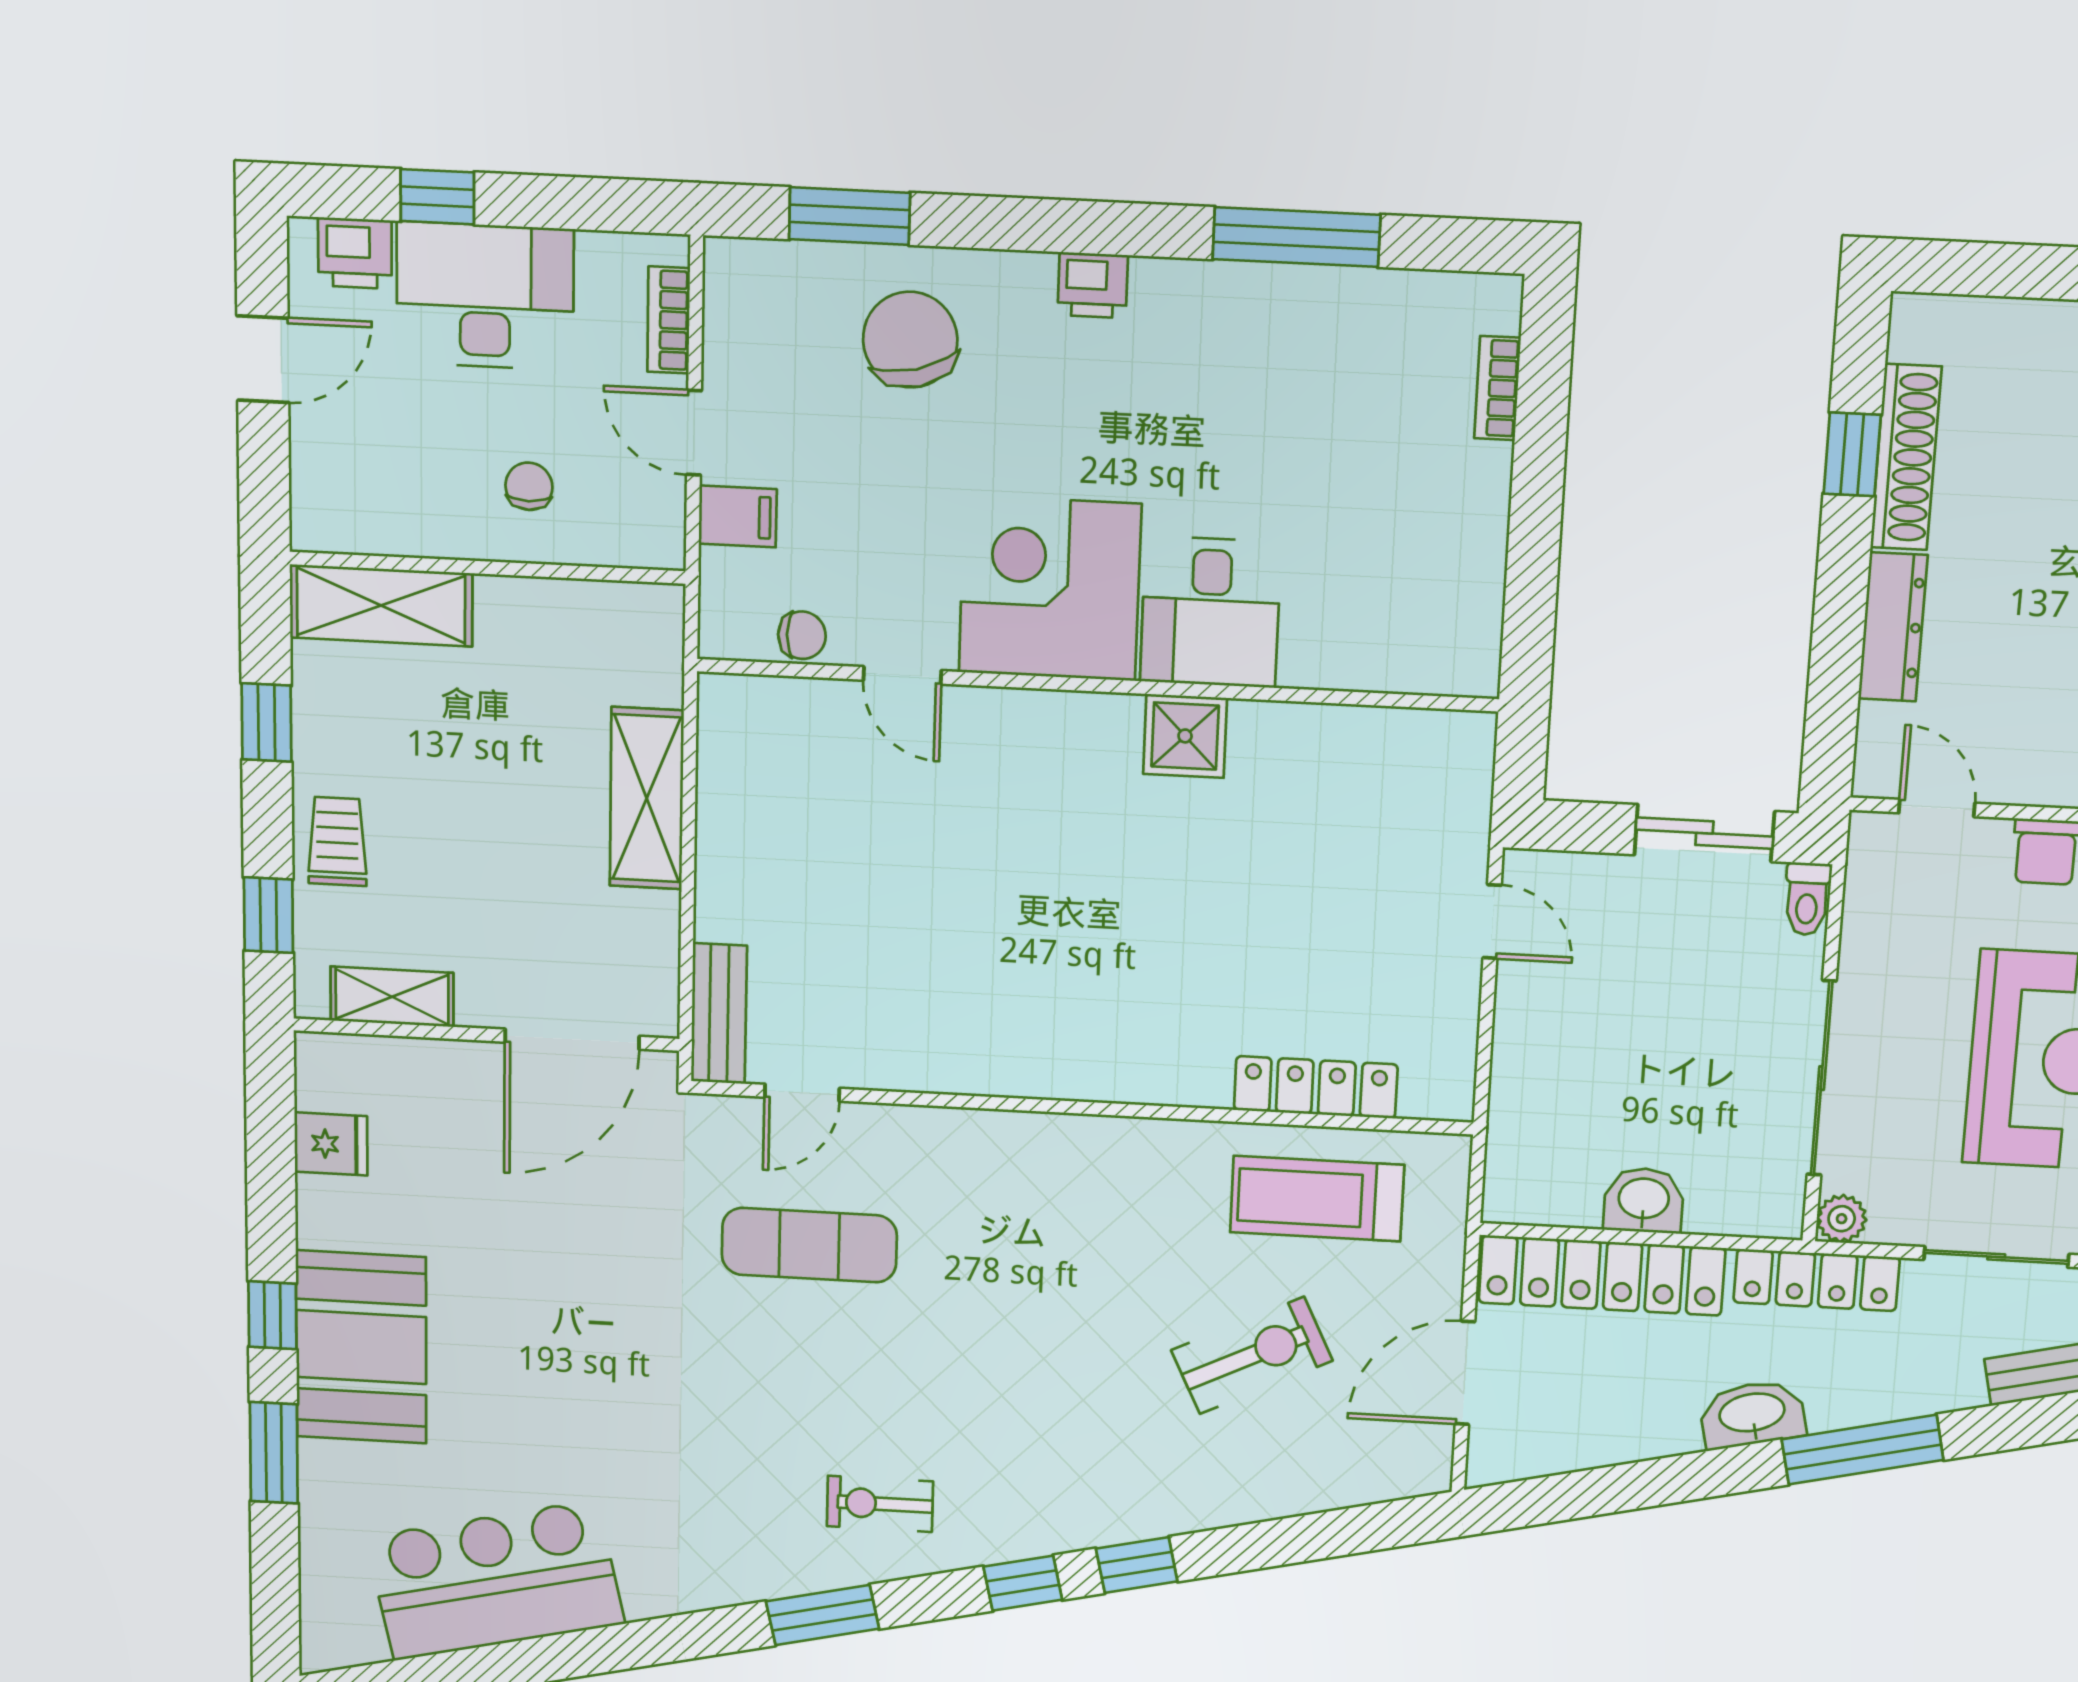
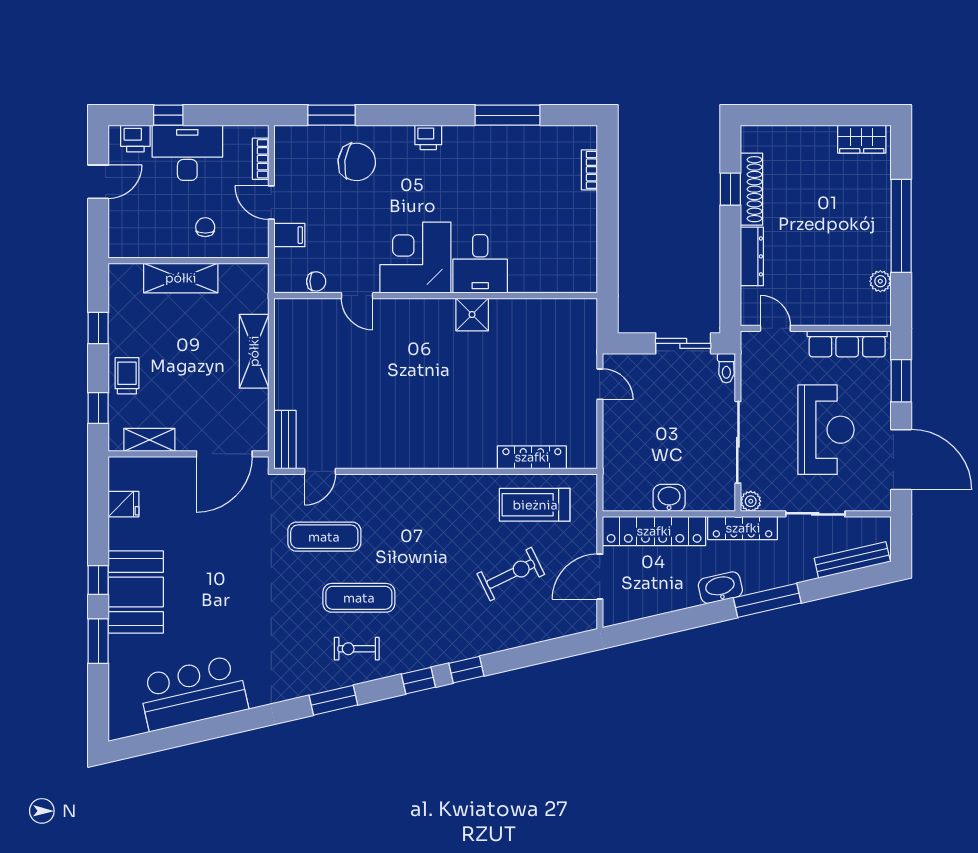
chair: (910, 340) -> (357, 162), turned 112
shelving: (381, 605) -> (181, 278), moved
exercise mat: (888, 1390) -> (359, 598), added

